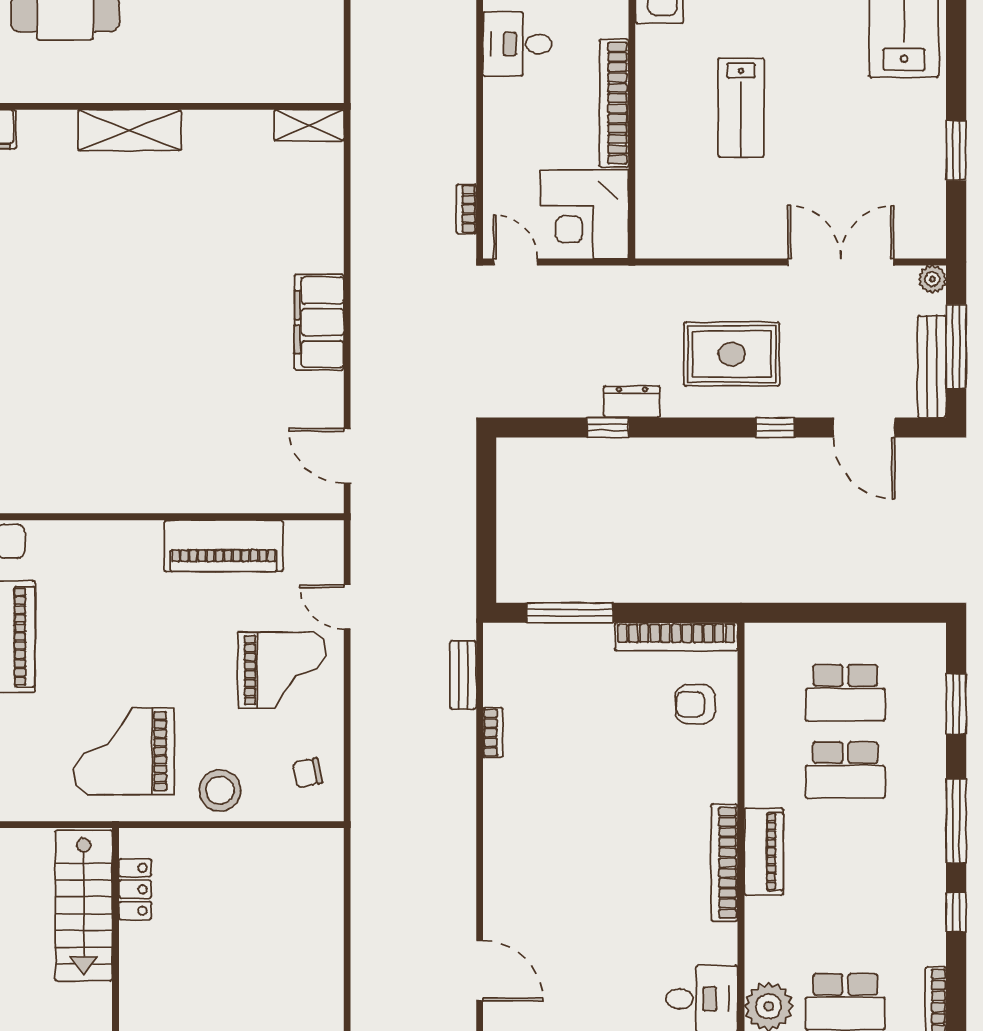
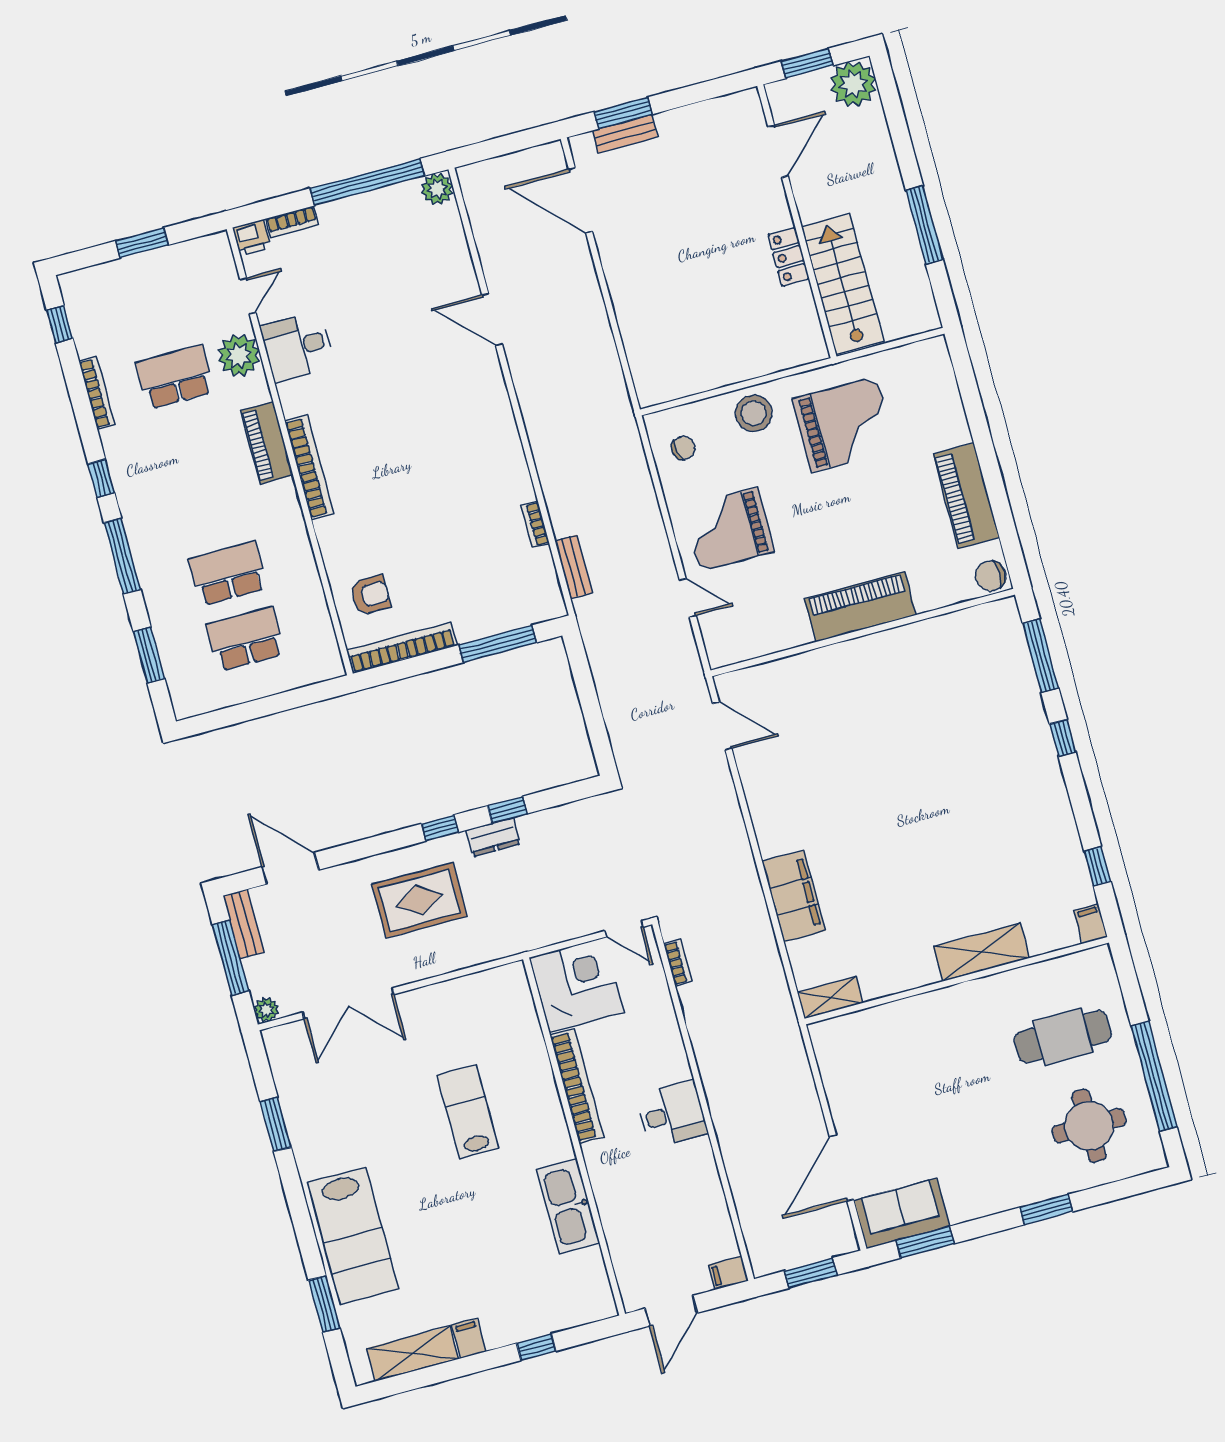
filing cabinet: (319, 322) -> (794, 896), moved
bench: (932, 367) -> (244, 924), width x0.73
window: (775, 427) -> (440, 828), moved
piano: (224, 546) -> (860, 607), moved
piano: (764, 852) -> (267, 443), moved
locker: (135, 889) -> (789, 257), moved

